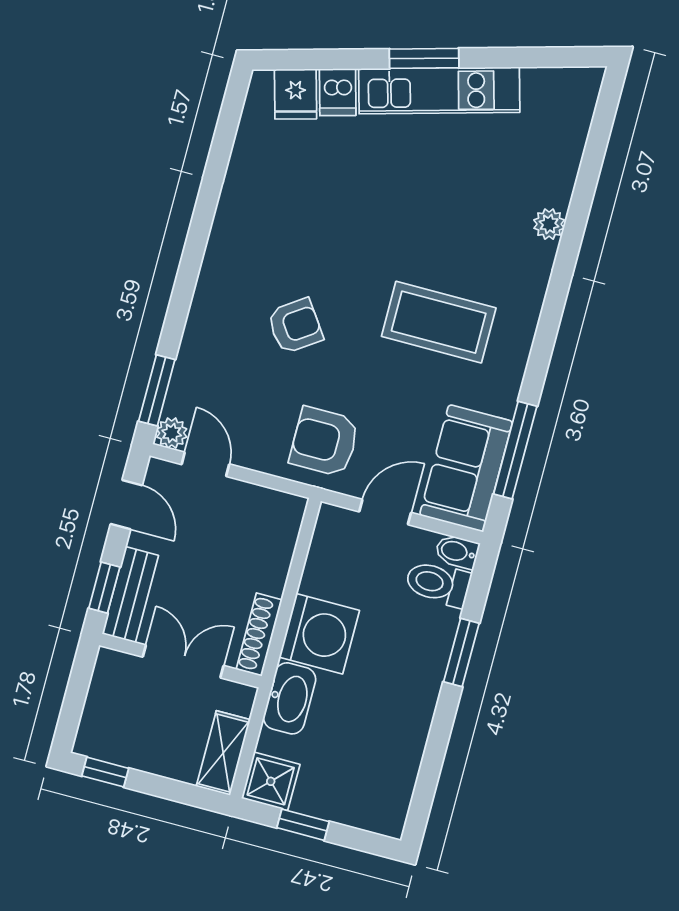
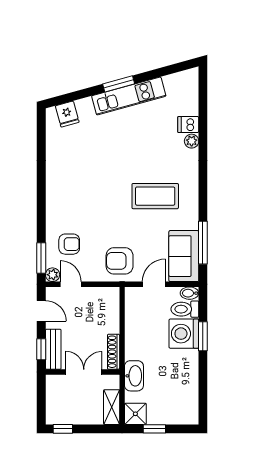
dishwasher: (338, 92) -> (188, 125), moved, turned 105
armchair: (295, 326) -> (69, 244), moved, turned 35
washing machine: (319, 634) -> (184, 334), moved, turned 180

